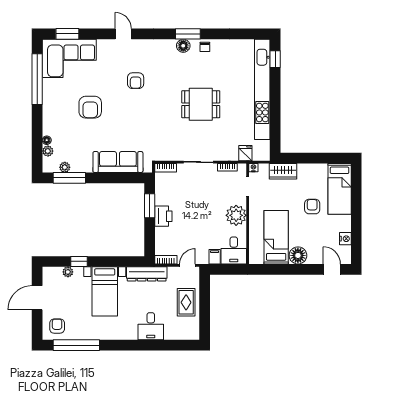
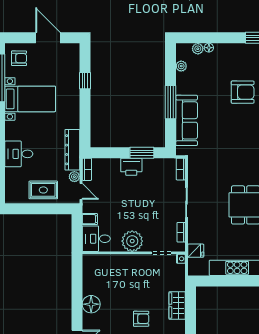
armchair: (90, 107) -> (243, 92), turned 180
wardrobe: (283, 171) -> (177, 306), moved
window: (69, 178) -> (170, 102), moved
bed: (276, 237) -> (110, 282), removed
plant: (68, 272) -> (74, 177), moved
bed with nightstands: (105, 291) -> (30, 99), moved, turned 180

